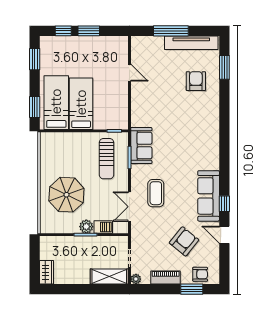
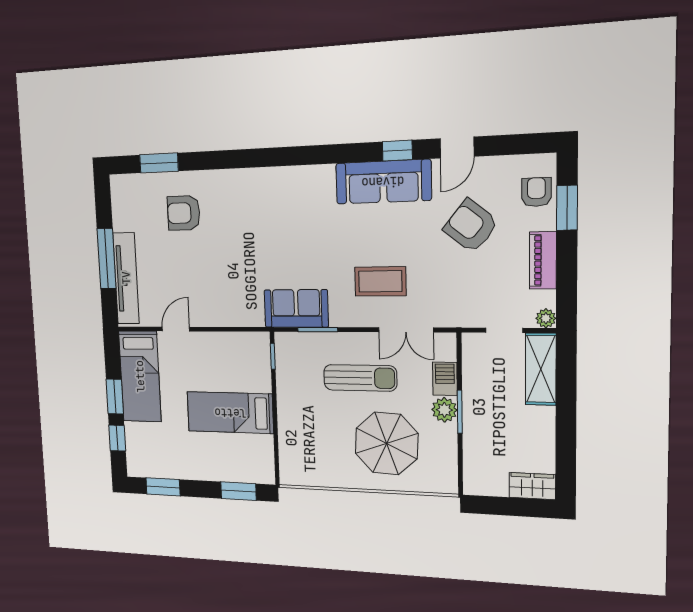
tv unit: (191, 43) -> (126, 278), moved
bed: (56, 103) -> (140, 376), moved, turned -90
sun lounger: (106, 159) -> (360, 378), moved

